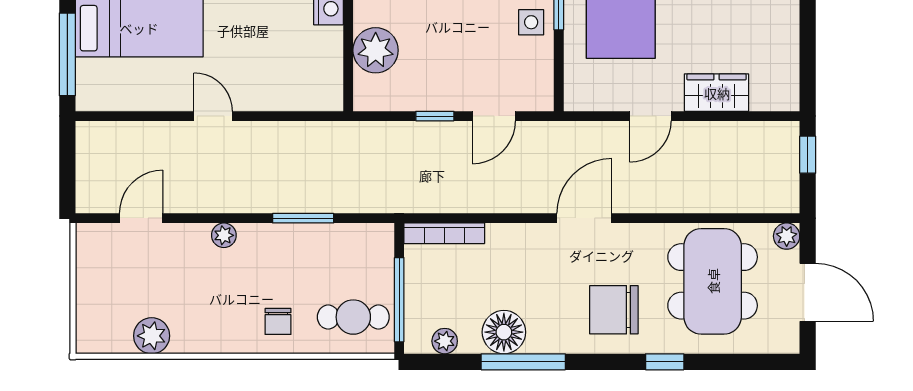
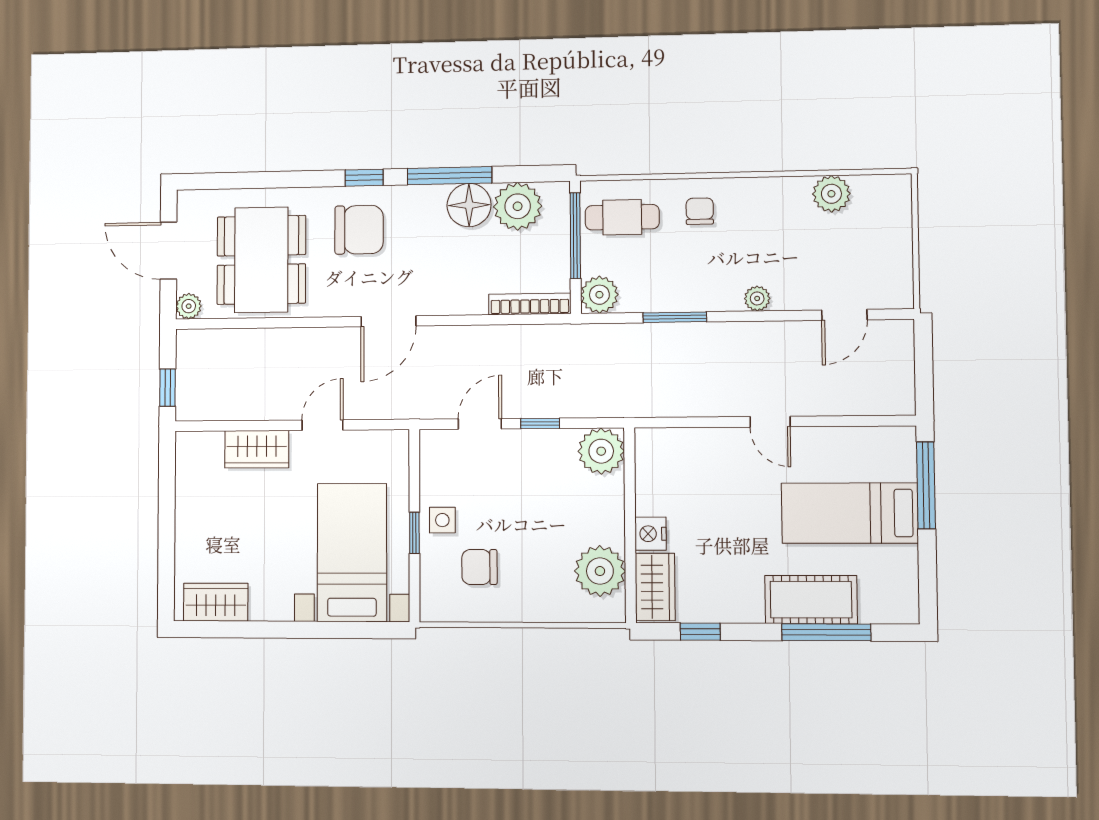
plant: (376, 50) -> (601, 451), moved
plant: (376, 241) -> (599, 295), added
plant: (445, 341) -> (518, 206), width x1.88, depth x1.88
window: (665, 362) -> (364, 178), moved

